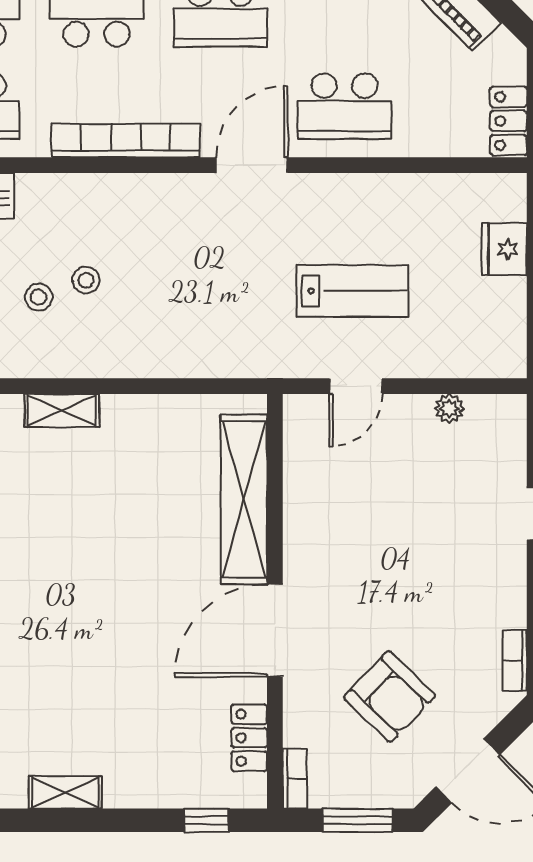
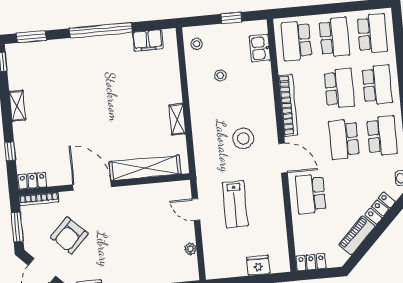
stool: (86, 280) -> (243, 138), moved, width x1.89, depth x1.89
shelving: (62, 410) -> (177, 119), moved
locker: (249, 738) -> (32, 181), moved
bookcase: (295, 778) -> (39, 199), width x1.56
window: (206, 820) -> (10, 151), moved

